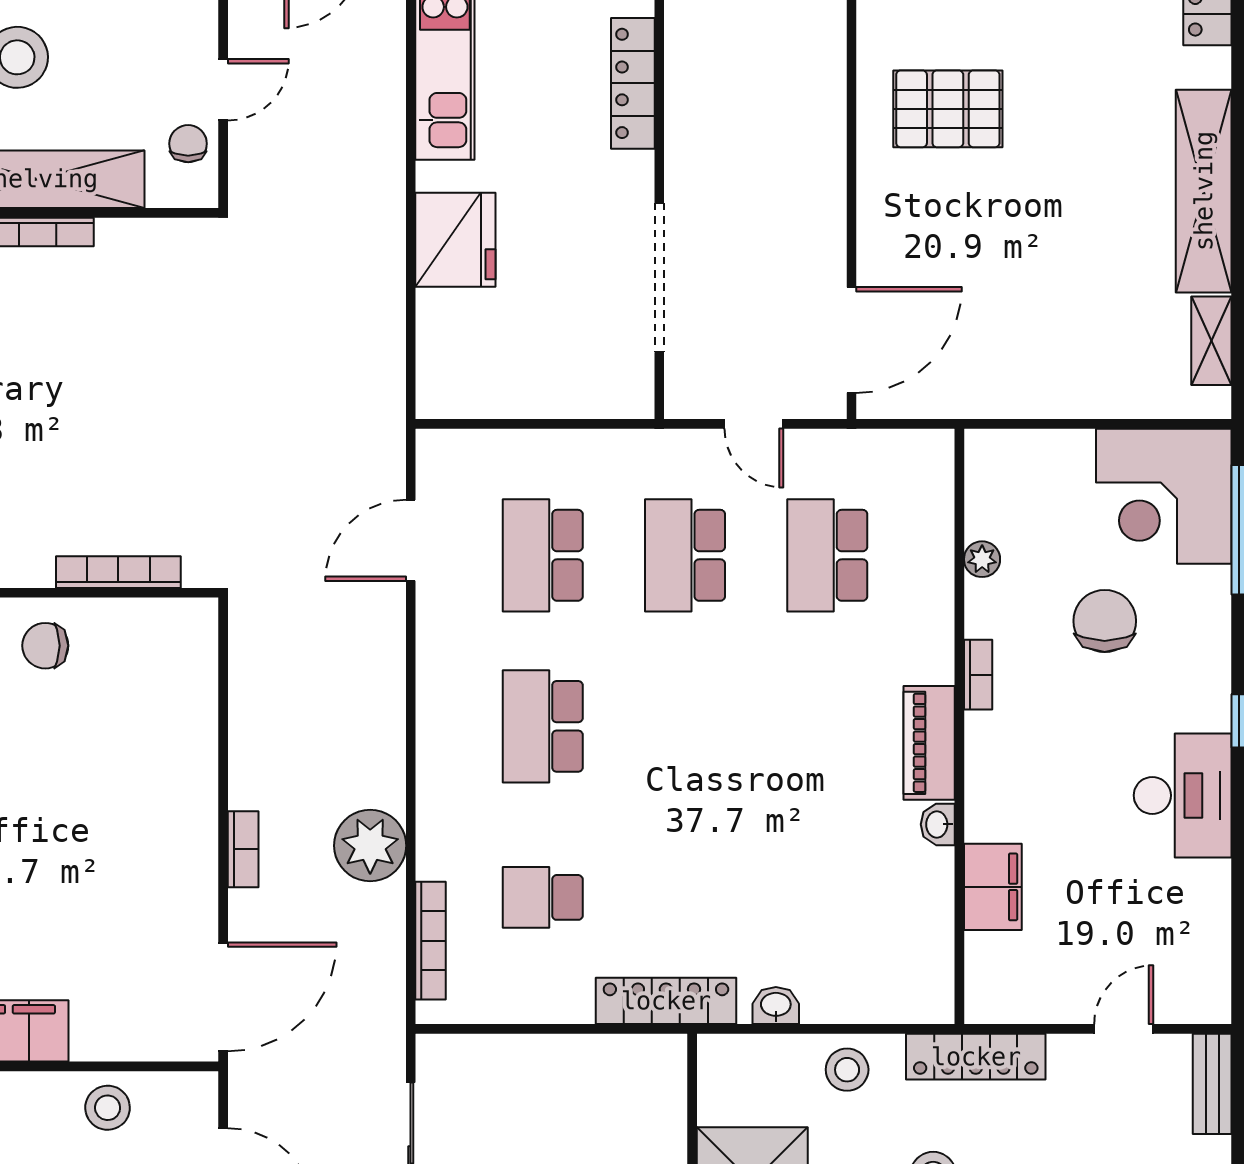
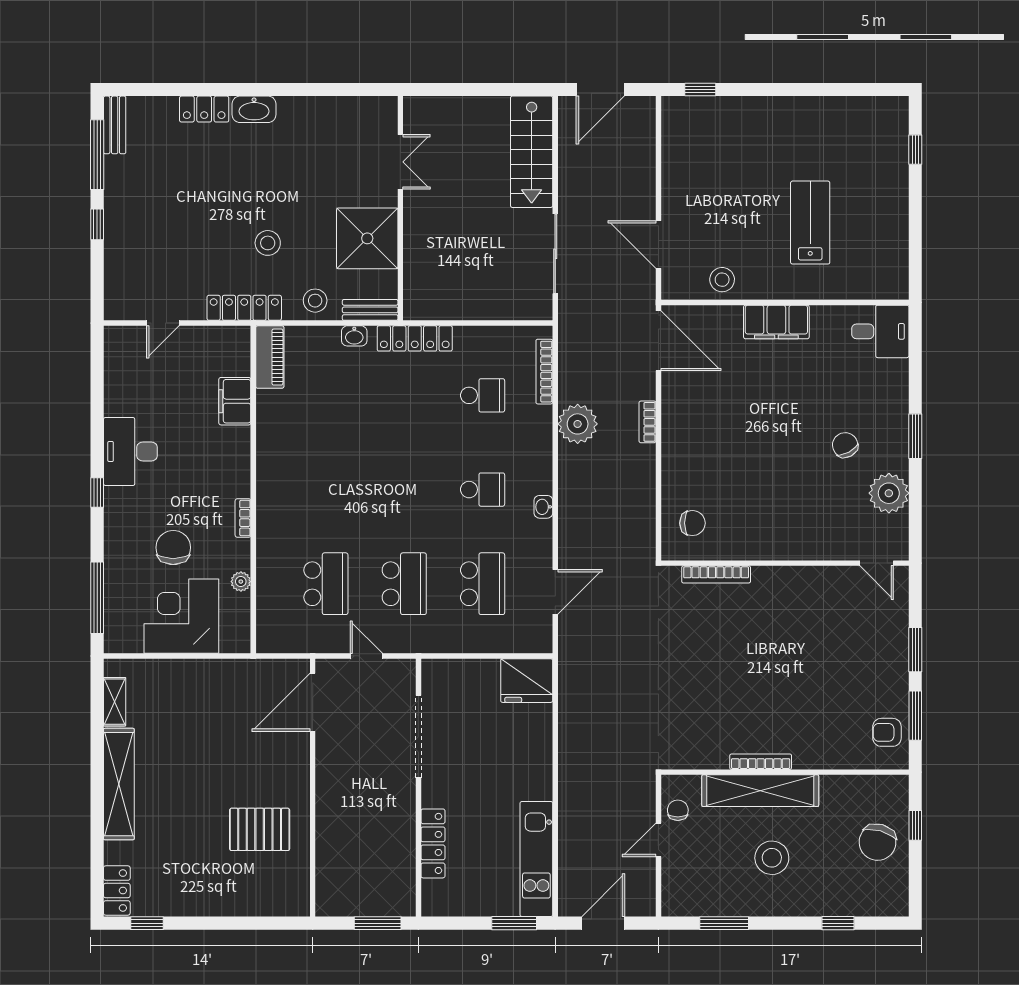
chair: (188, 144) -> (678, 810), turned 180
fridge: (455, 240) -> (527, 681), moved, turned -90
corner desk: (1164, 496) -> (181, 616), moved, turned -90
chair: (1105, 621) -> (173, 548), turned 180
chair: (45, 646) -> (692, 523), moved
school desk: (543, 726) -> (483, 490), width x0.54
piano: (929, 743) -> (270, 357), moved
washbasin: (938, 824) -> (543, 507), moved, turned 180
door: (223, 997) -> (658, 341), swing flipped
bench: (1212, 1084) -> (370, 310), moved, turned 90

